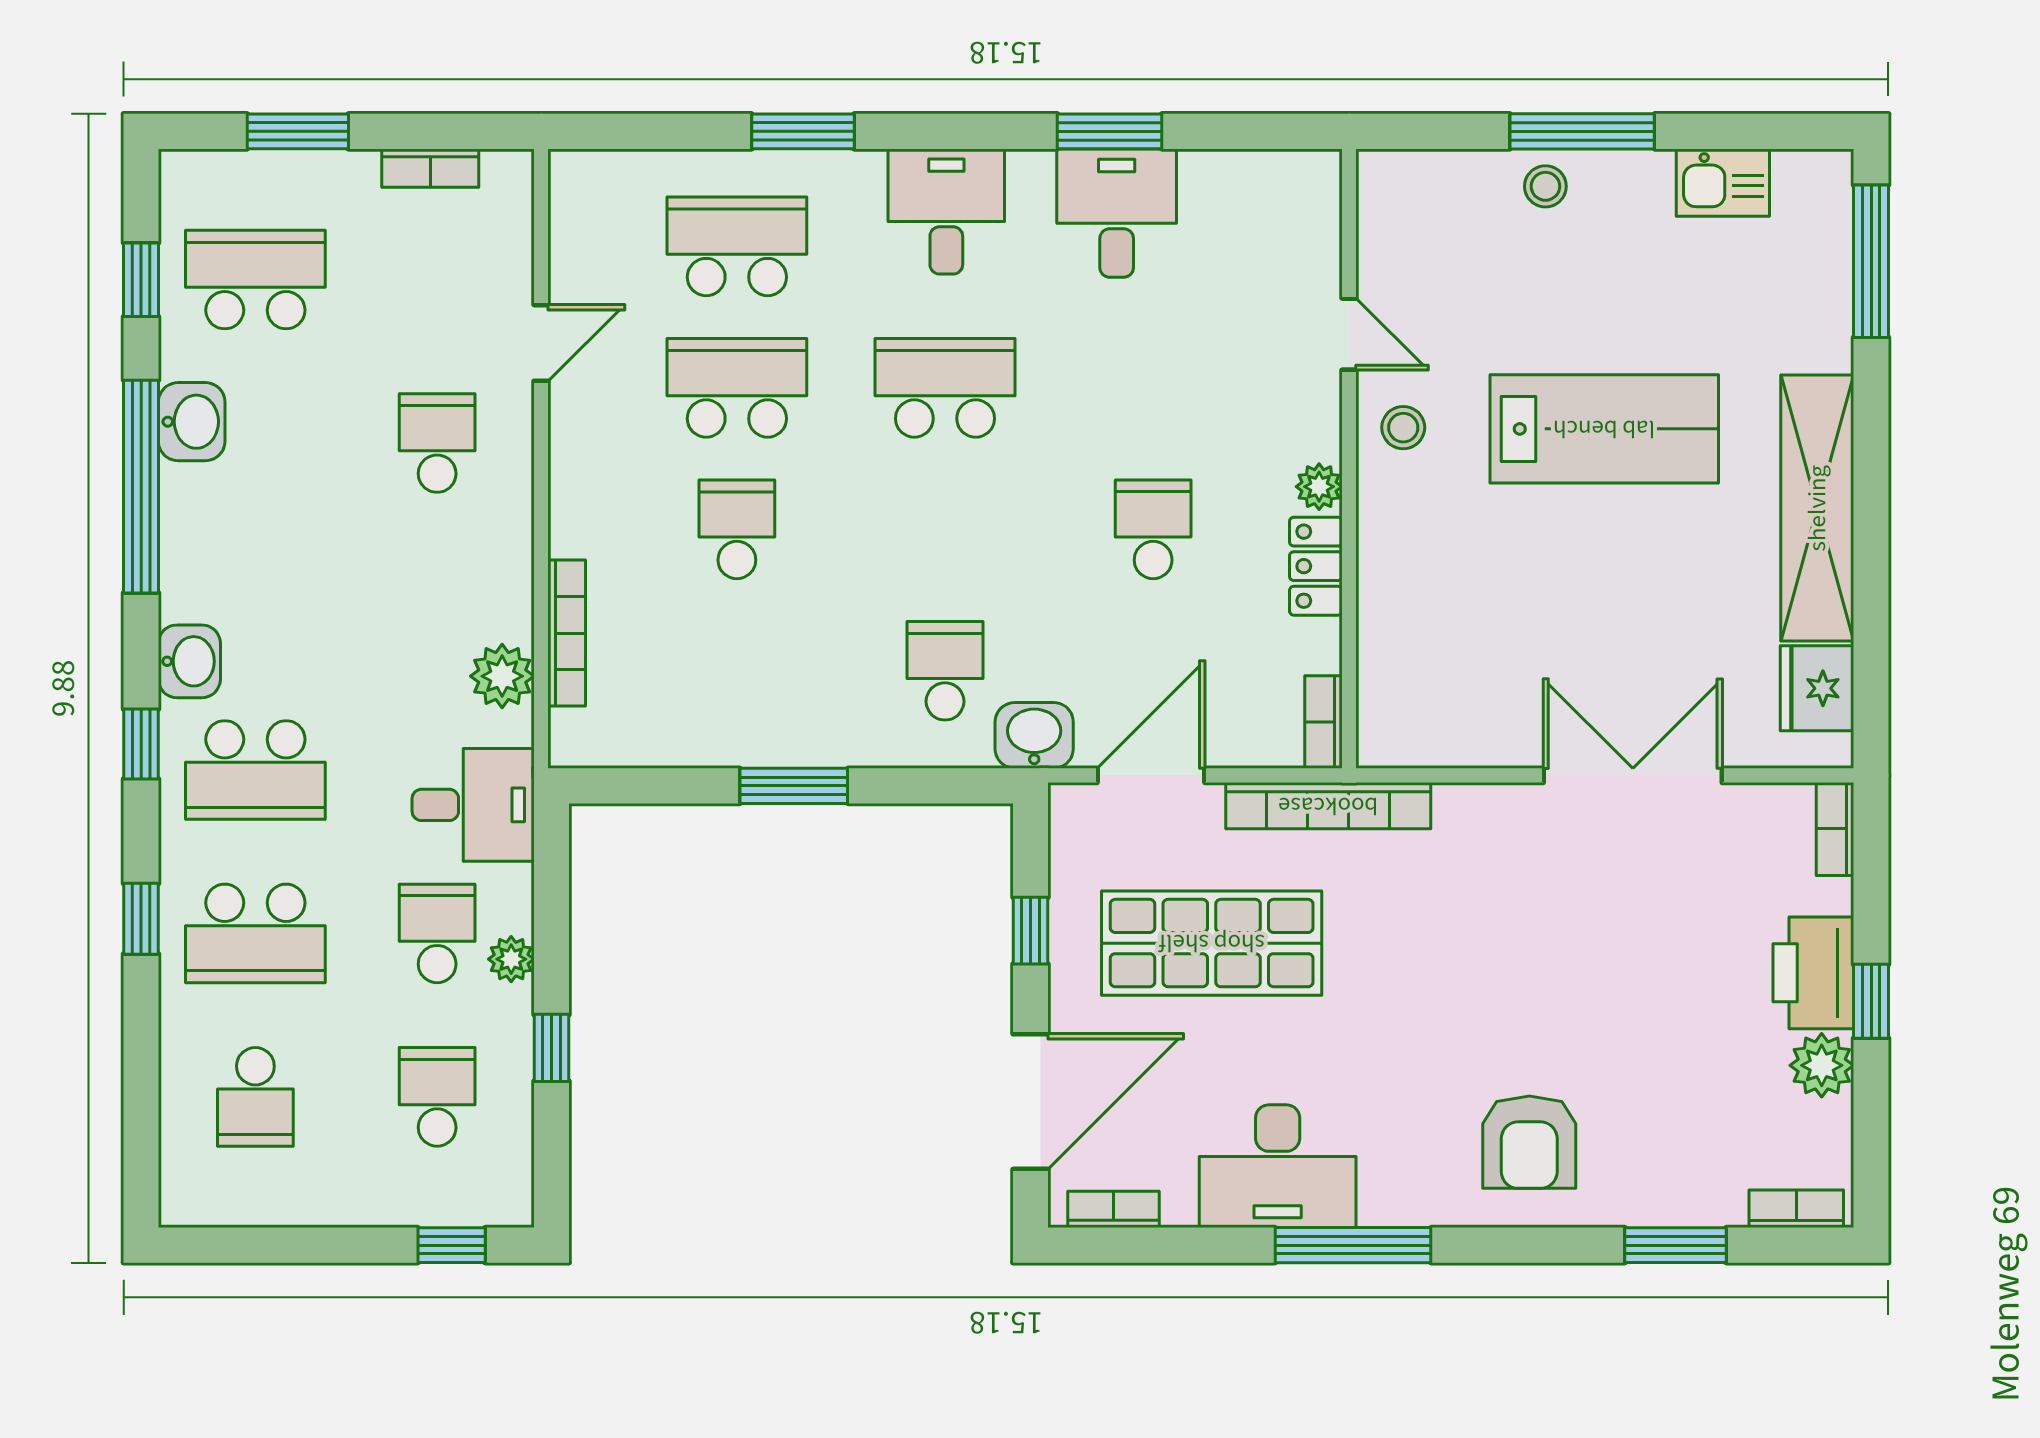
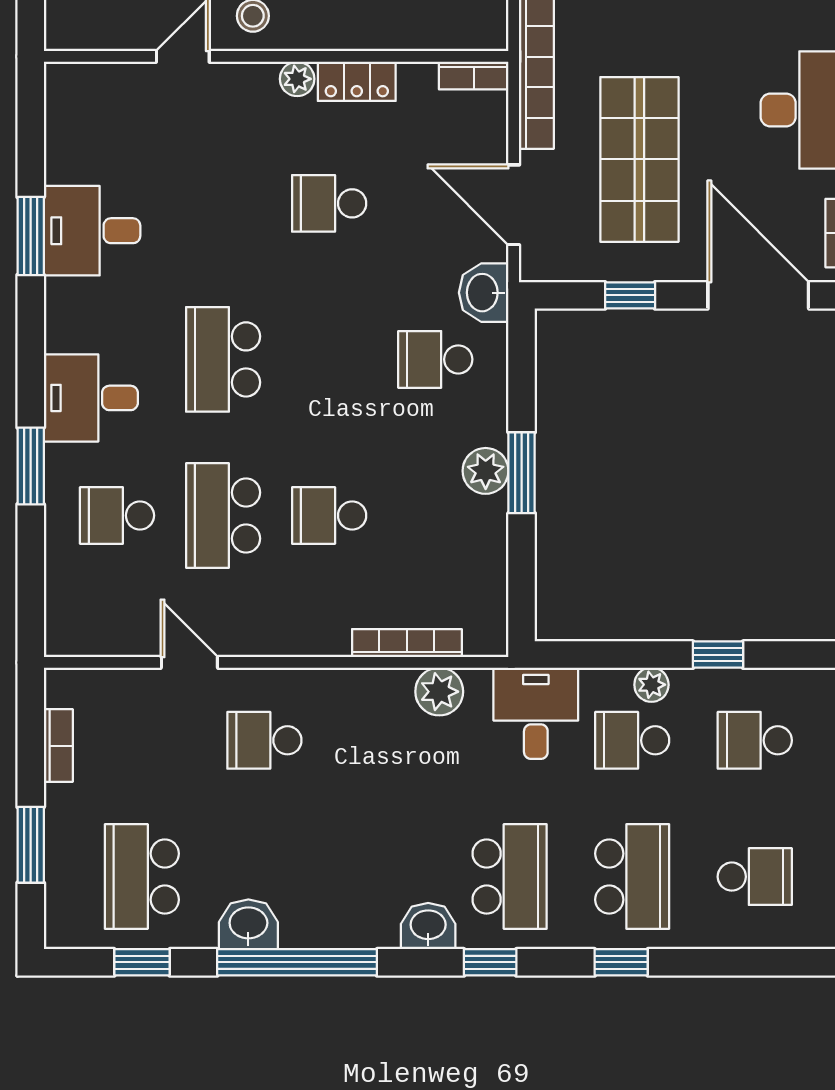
desk: (946, 212) -> (91, 398), moved
school desk: (737, 246) -> (117, 515), width x0.54
plant: (796, 738) -> (486, 471), added

